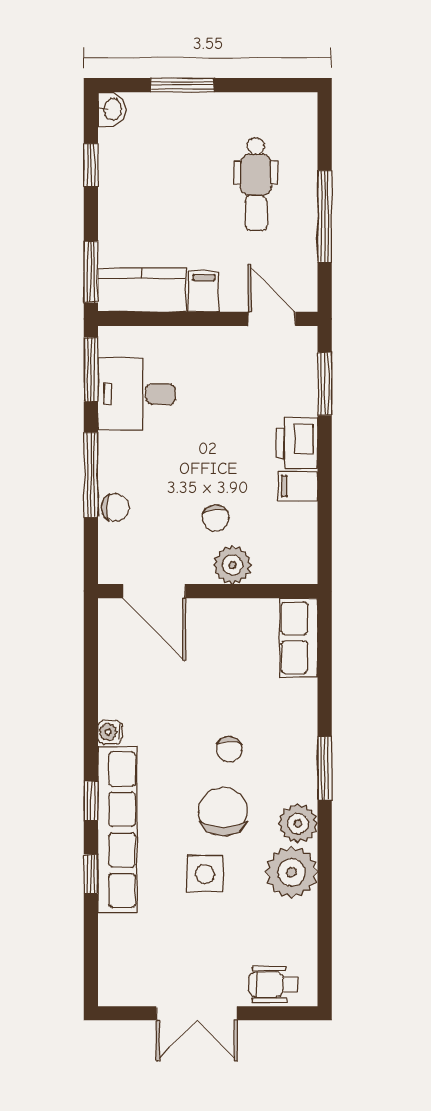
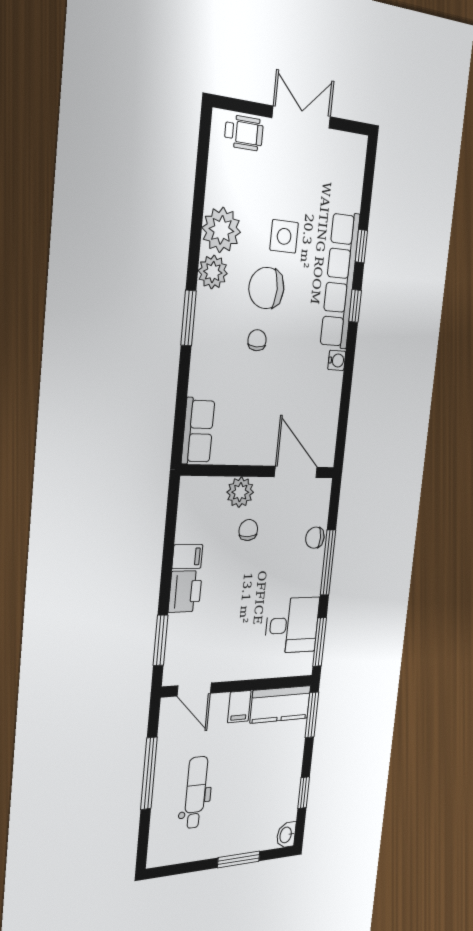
chair: (223, 812) -> (266, 288), turned 90

